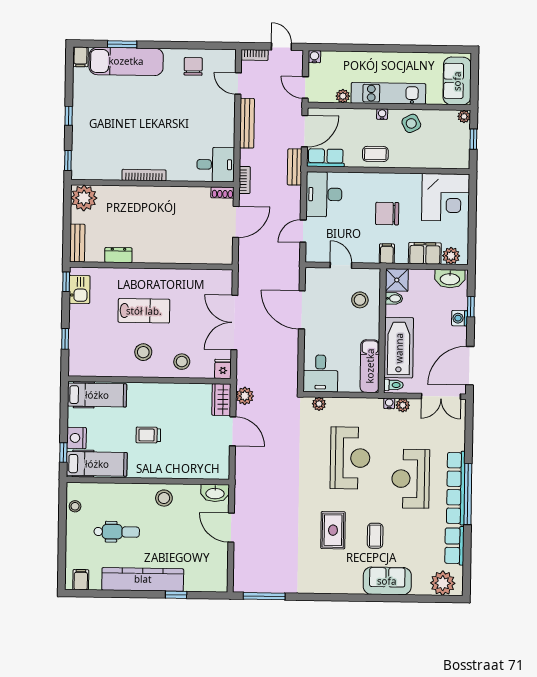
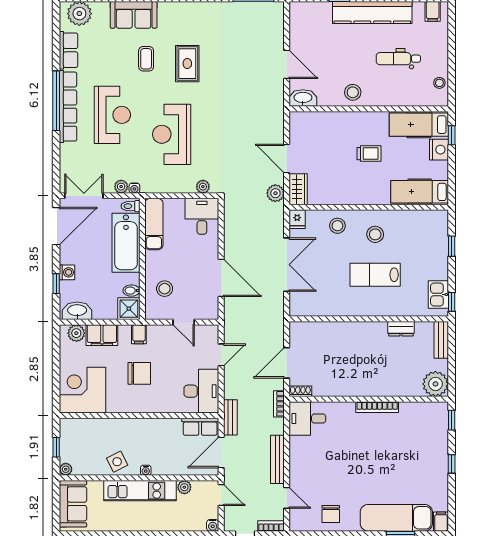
coffee table: (375, 154) -> (152, 431), removed

